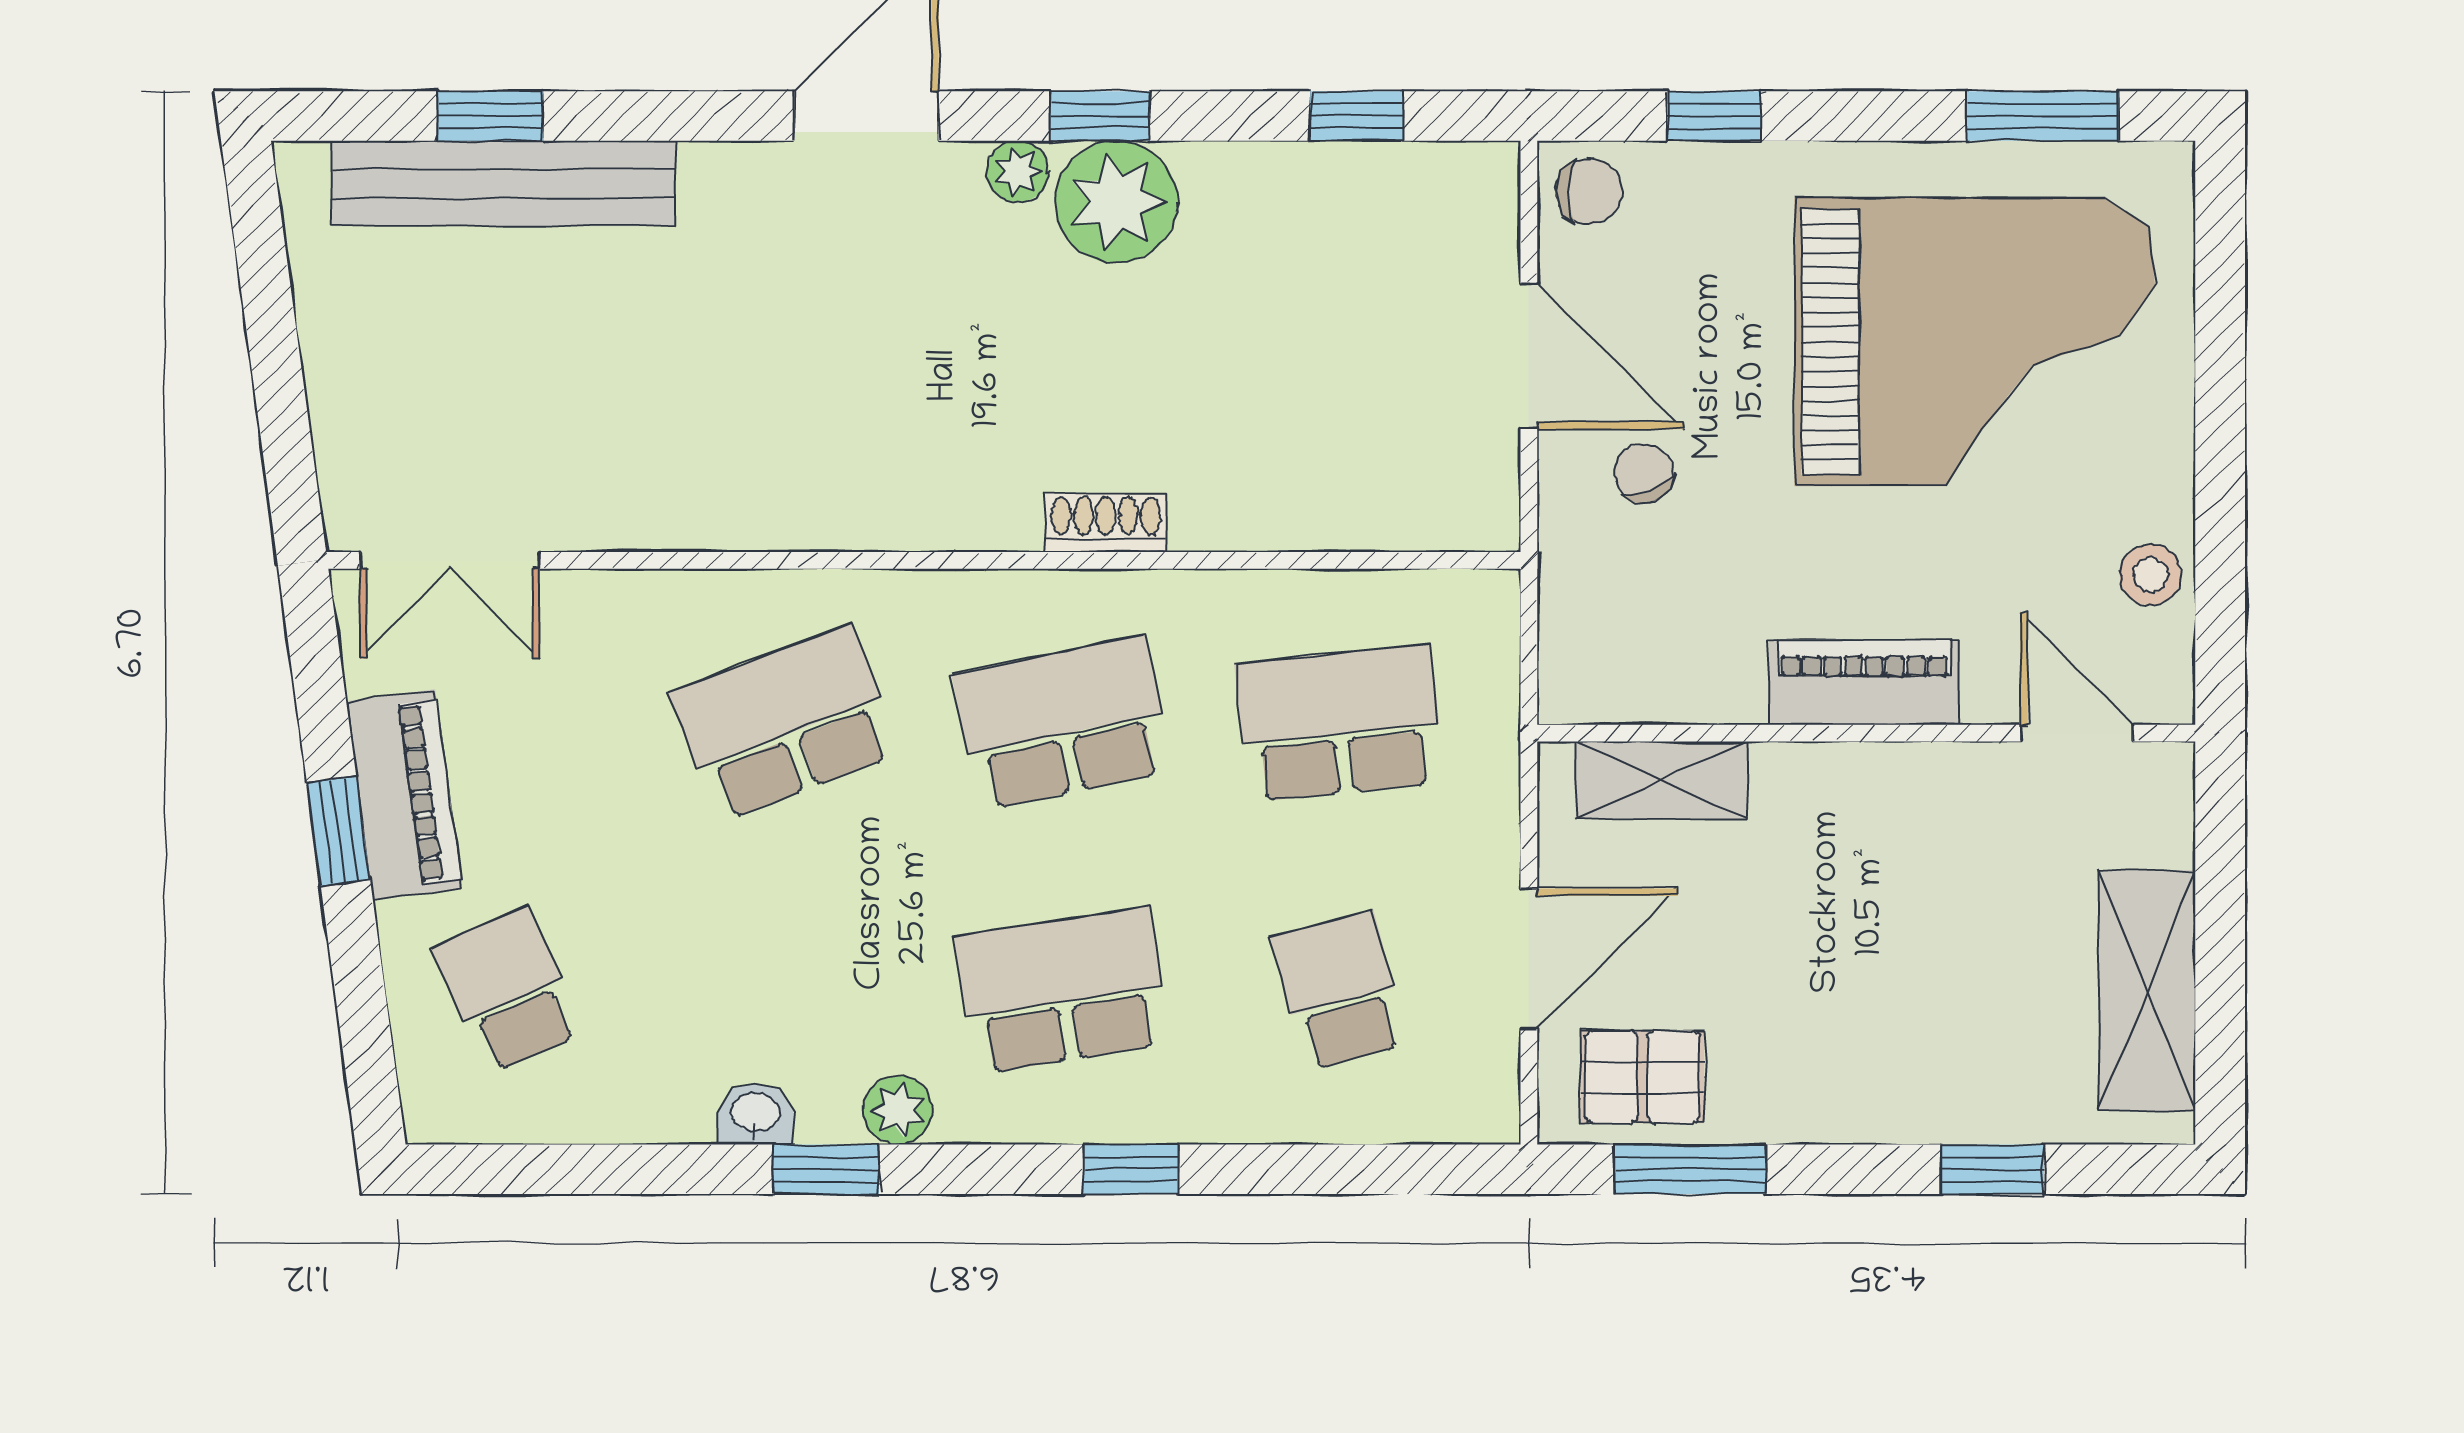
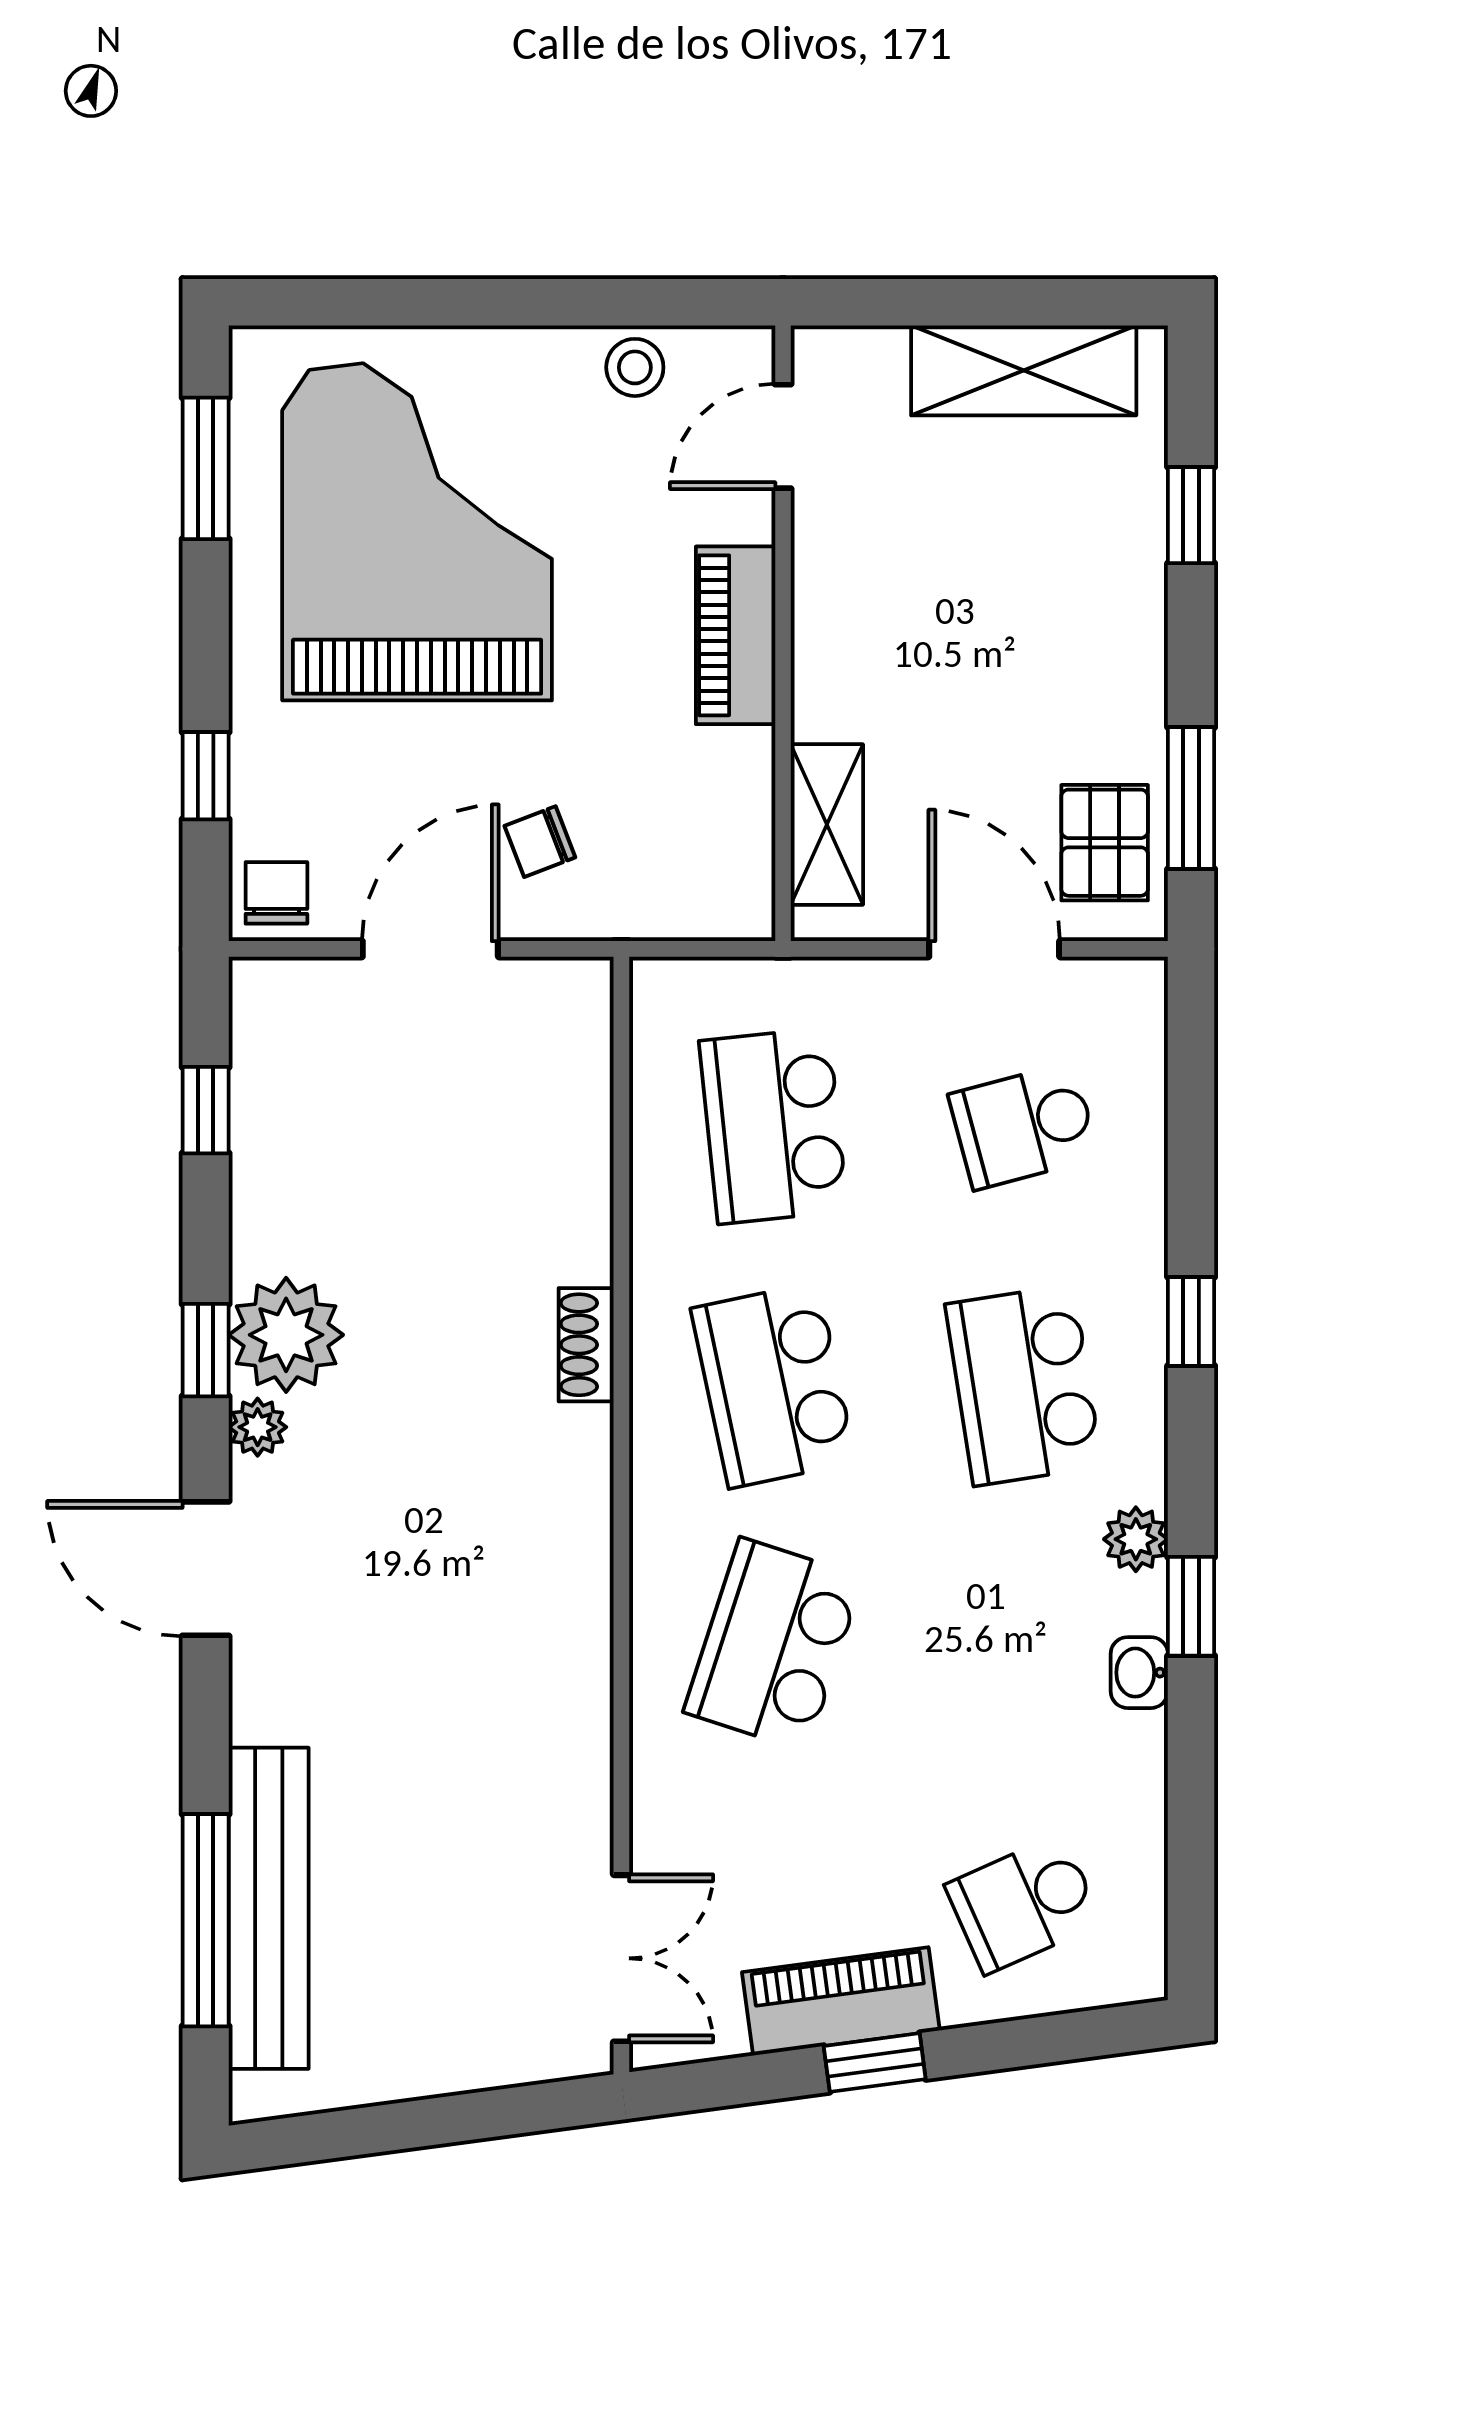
window: (491, 116) -> (206, 1920), width x2.17
school desk: (785, 723) -> (773, 1645), turned 39

